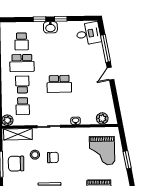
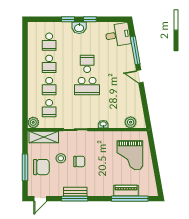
school desk: (59, 62) -> (87, 64), added
school desk: (22, 63) -> (49, 64), width x0.54
door: (110, 74) -> (140, 76), hinge flipped
school desk: (22, 85) -> (49, 86), turned 180
window: (127, 160) -> (155, 165), removed
chair: (16, 164) -> (41, 167), turned 180

